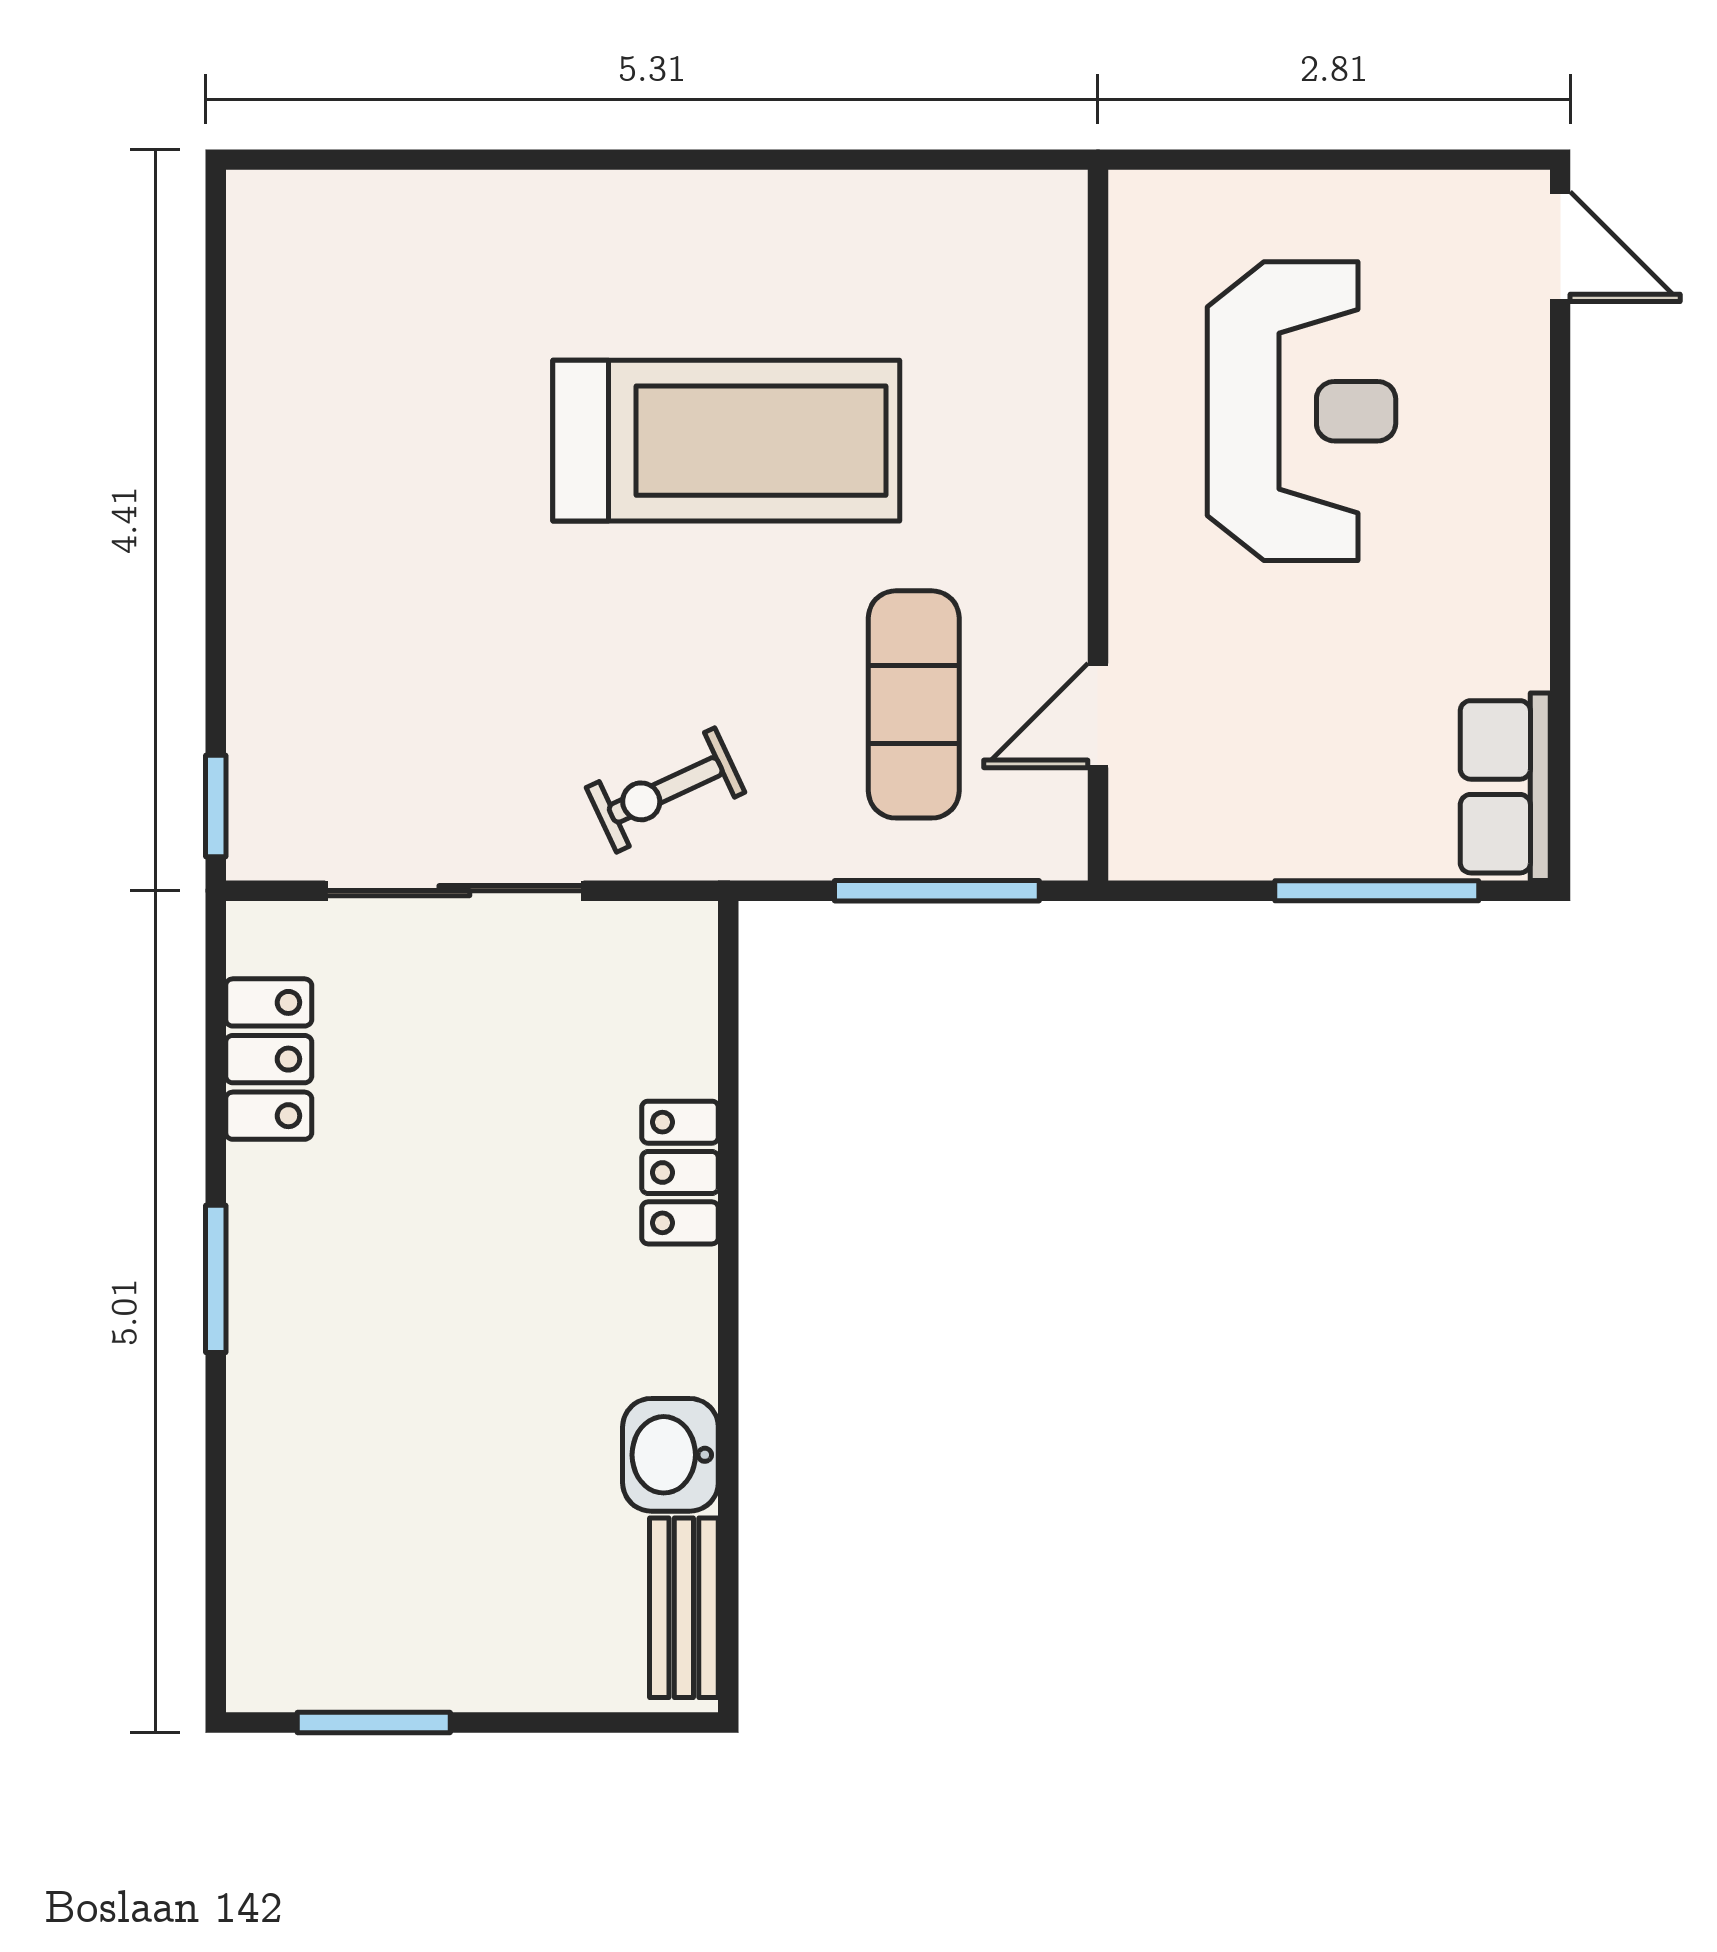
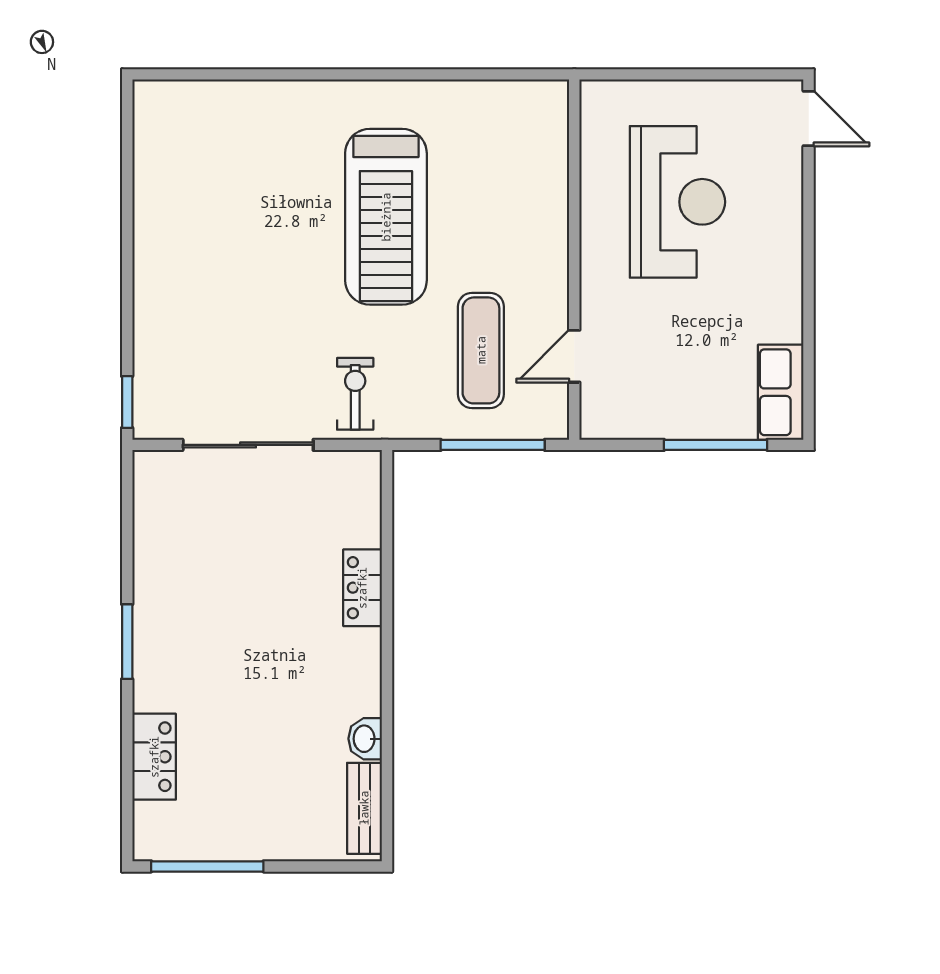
treadmill: (726, 441) -> (386, 217), turned 90
exercise bike: (666, 790) -> (355, 394), turned 115
locker: (269, 1059) -> (154, 757), moved
washbasin: (670, 1455) -> (365, 739), width x0.72, depth x0.69
window: (374, 1723) -> (207, 866), width x1.44

